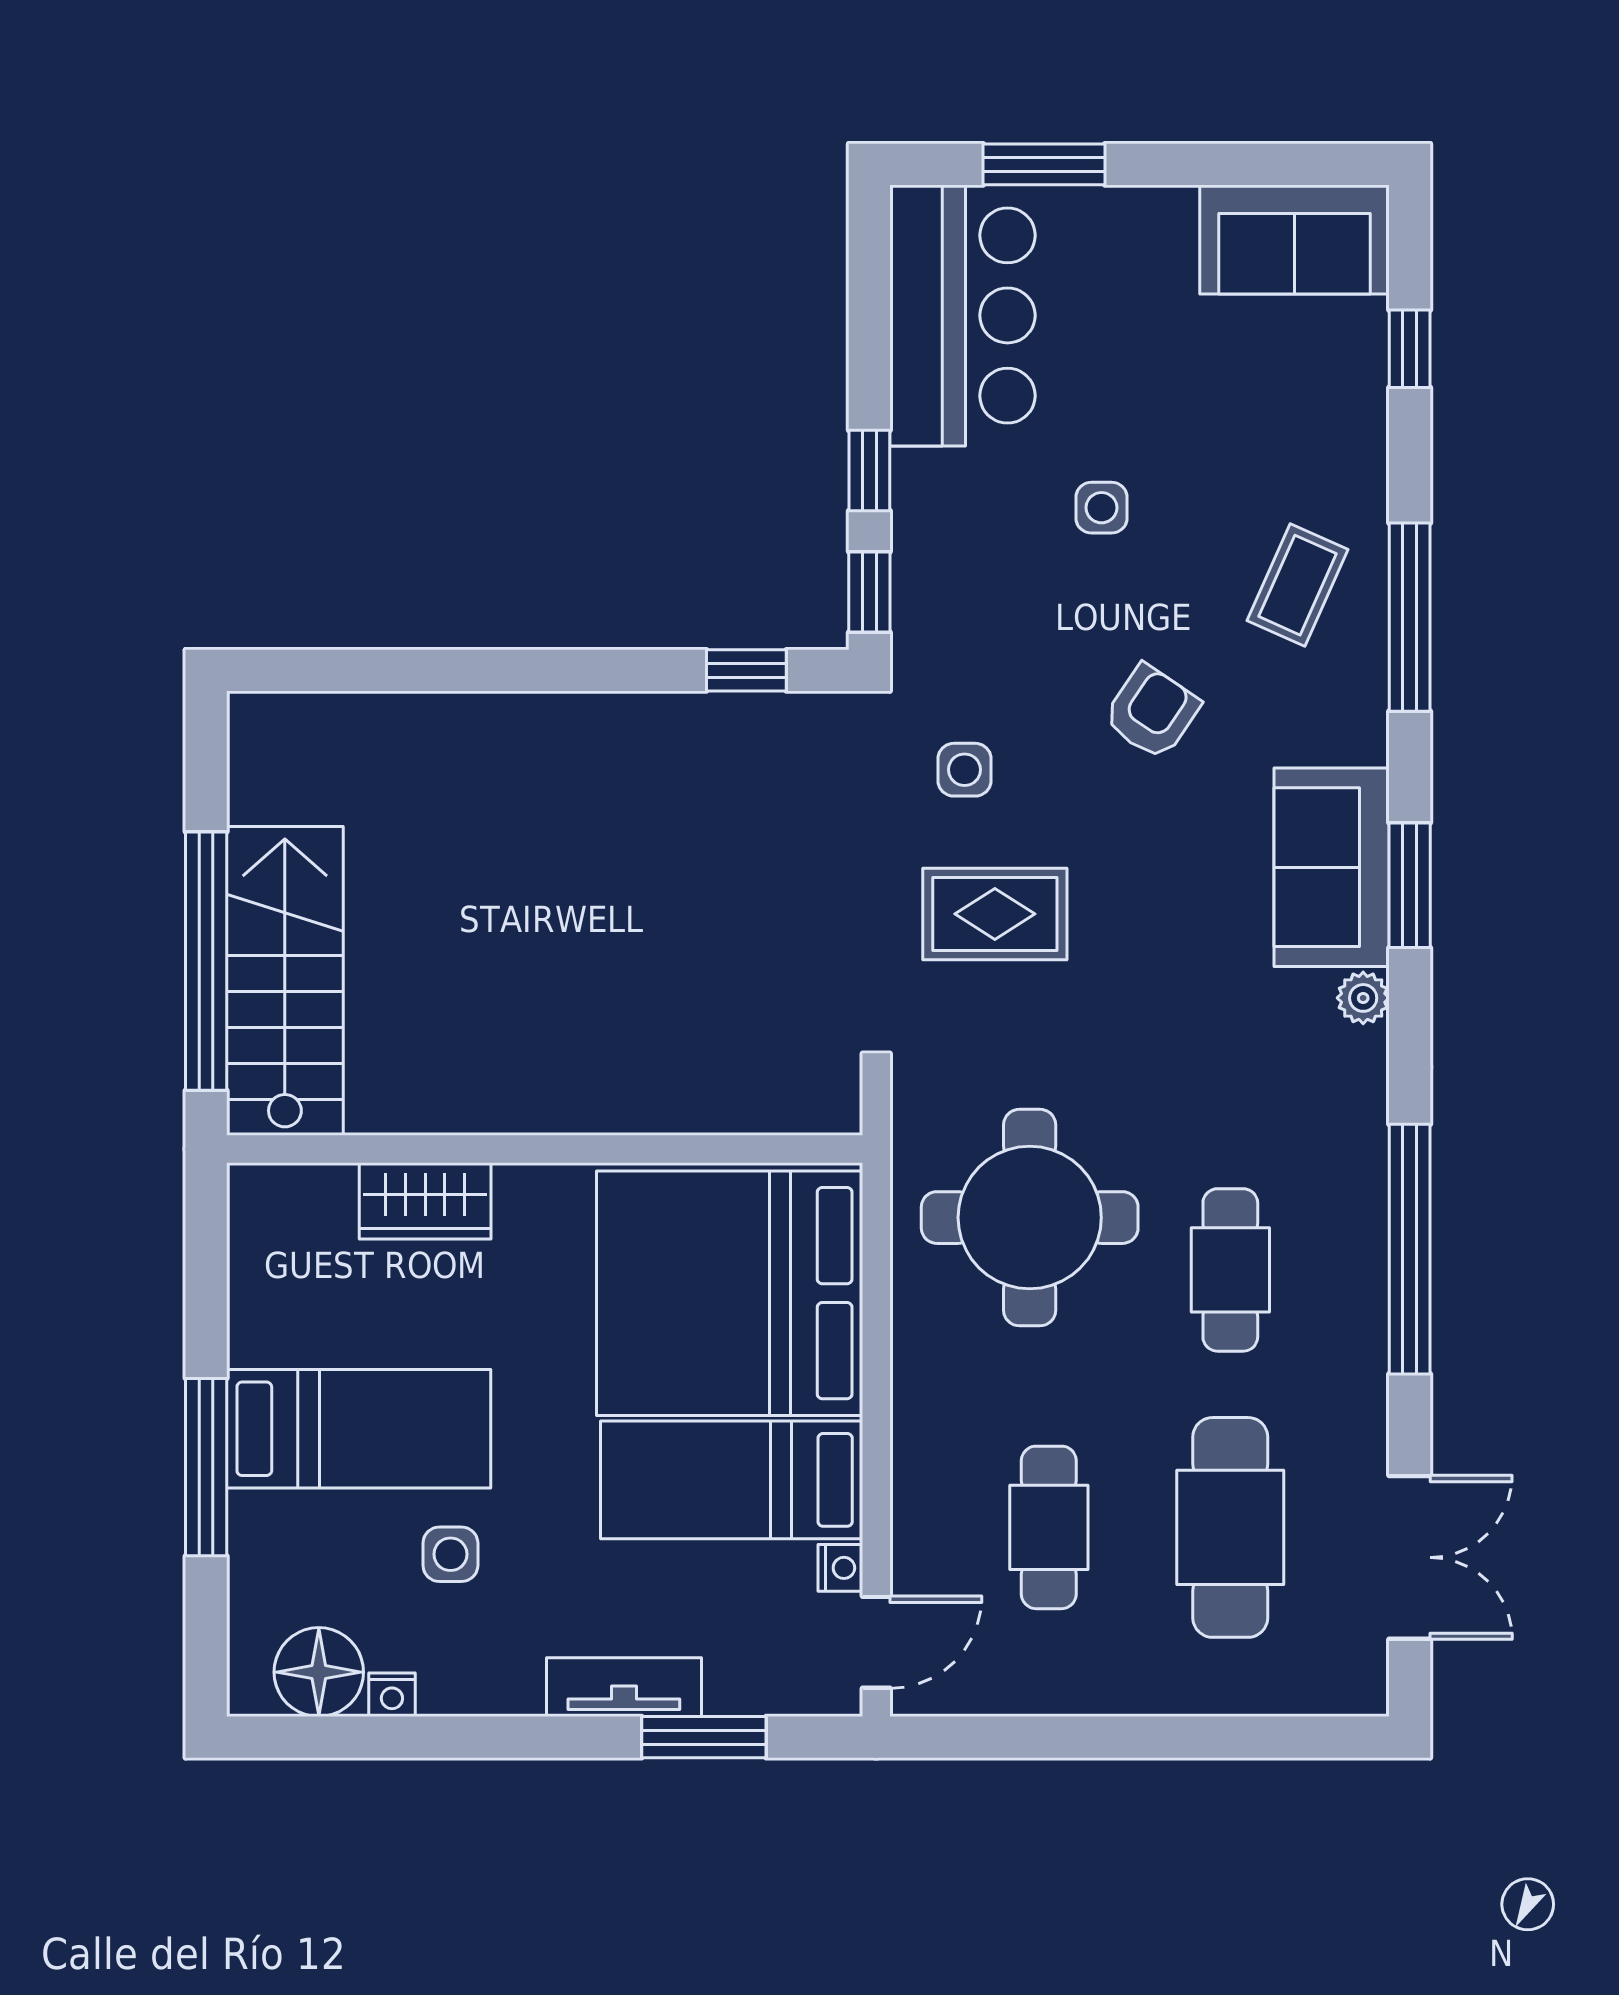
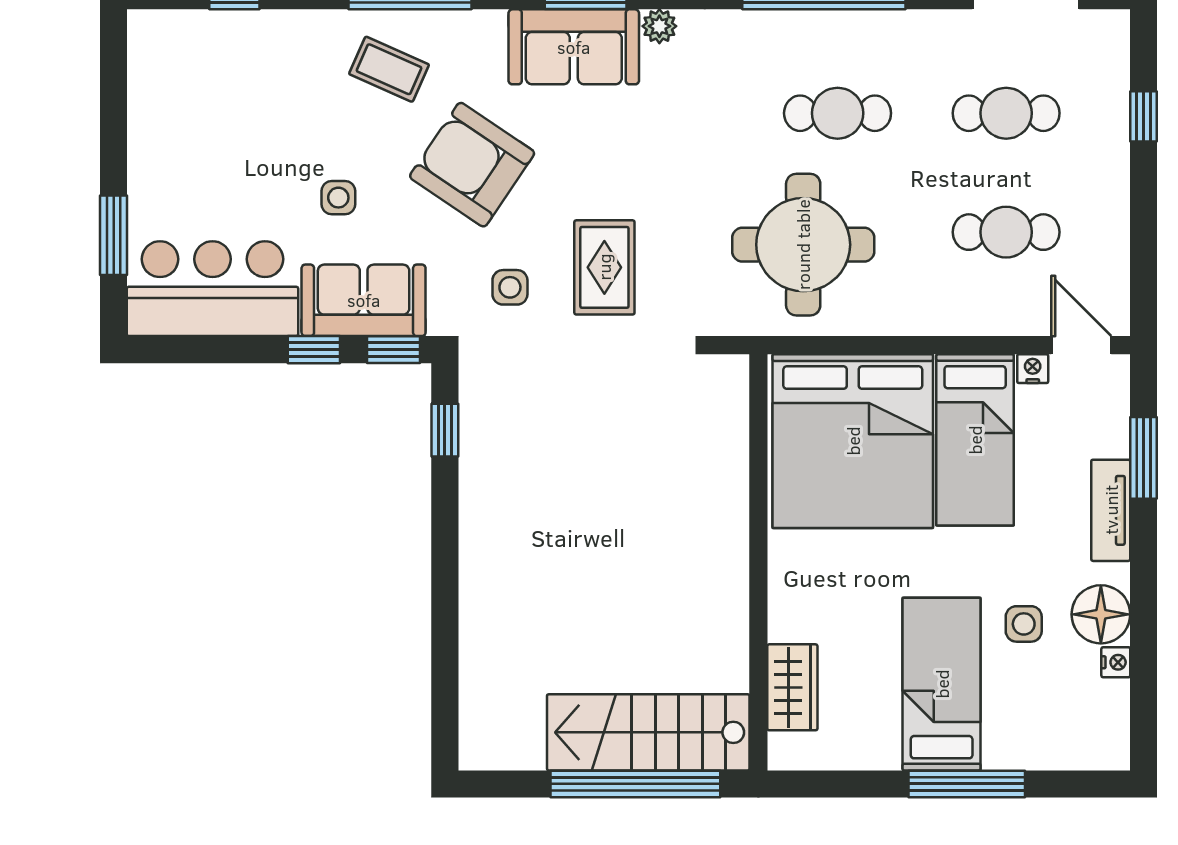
sofa: (1295, 240) -> (364, 300), moved, turned -90
armchair: (1152, 712) -> (472, 165), width x1.88, depth x1.88
wardrobe: (425, 1201) -> (792, 687), moved
cafe table: (1230, 1527) -> (1006, 113), width x0.73, depth x0.74
floor lamp: (319, 1672) -> (1101, 614), moved
window: (1226, 1737) -> (1144, 116), added

